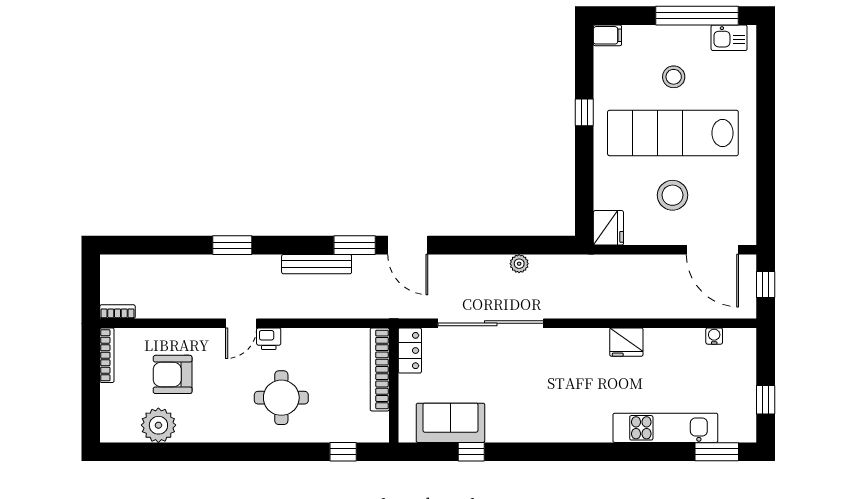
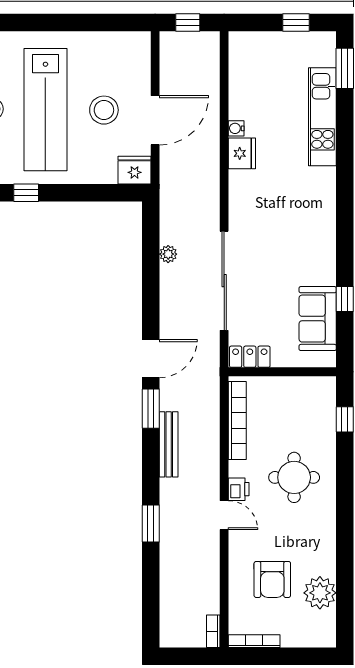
door: (712, 250) -> (155, 120), moved
water cooler: (714, 336) -> (236, 128), moved
bookcase: (380, 369) -> (237, 420), moved, turned -90

